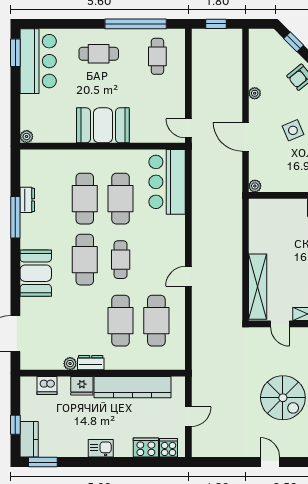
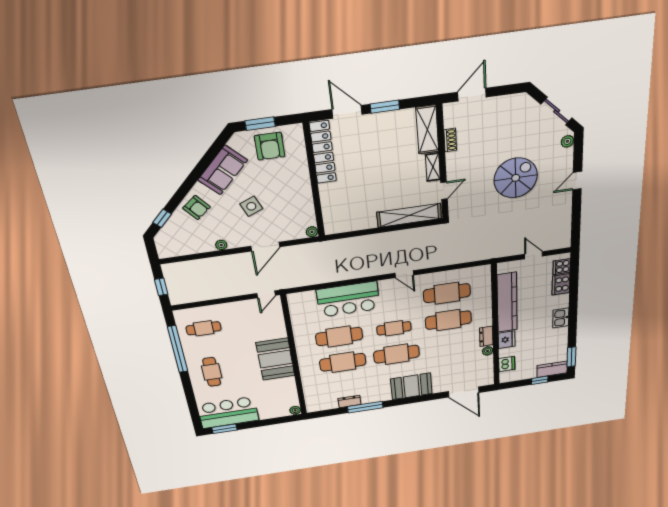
bar counter: (167, 182) -> (348, 299), moved

